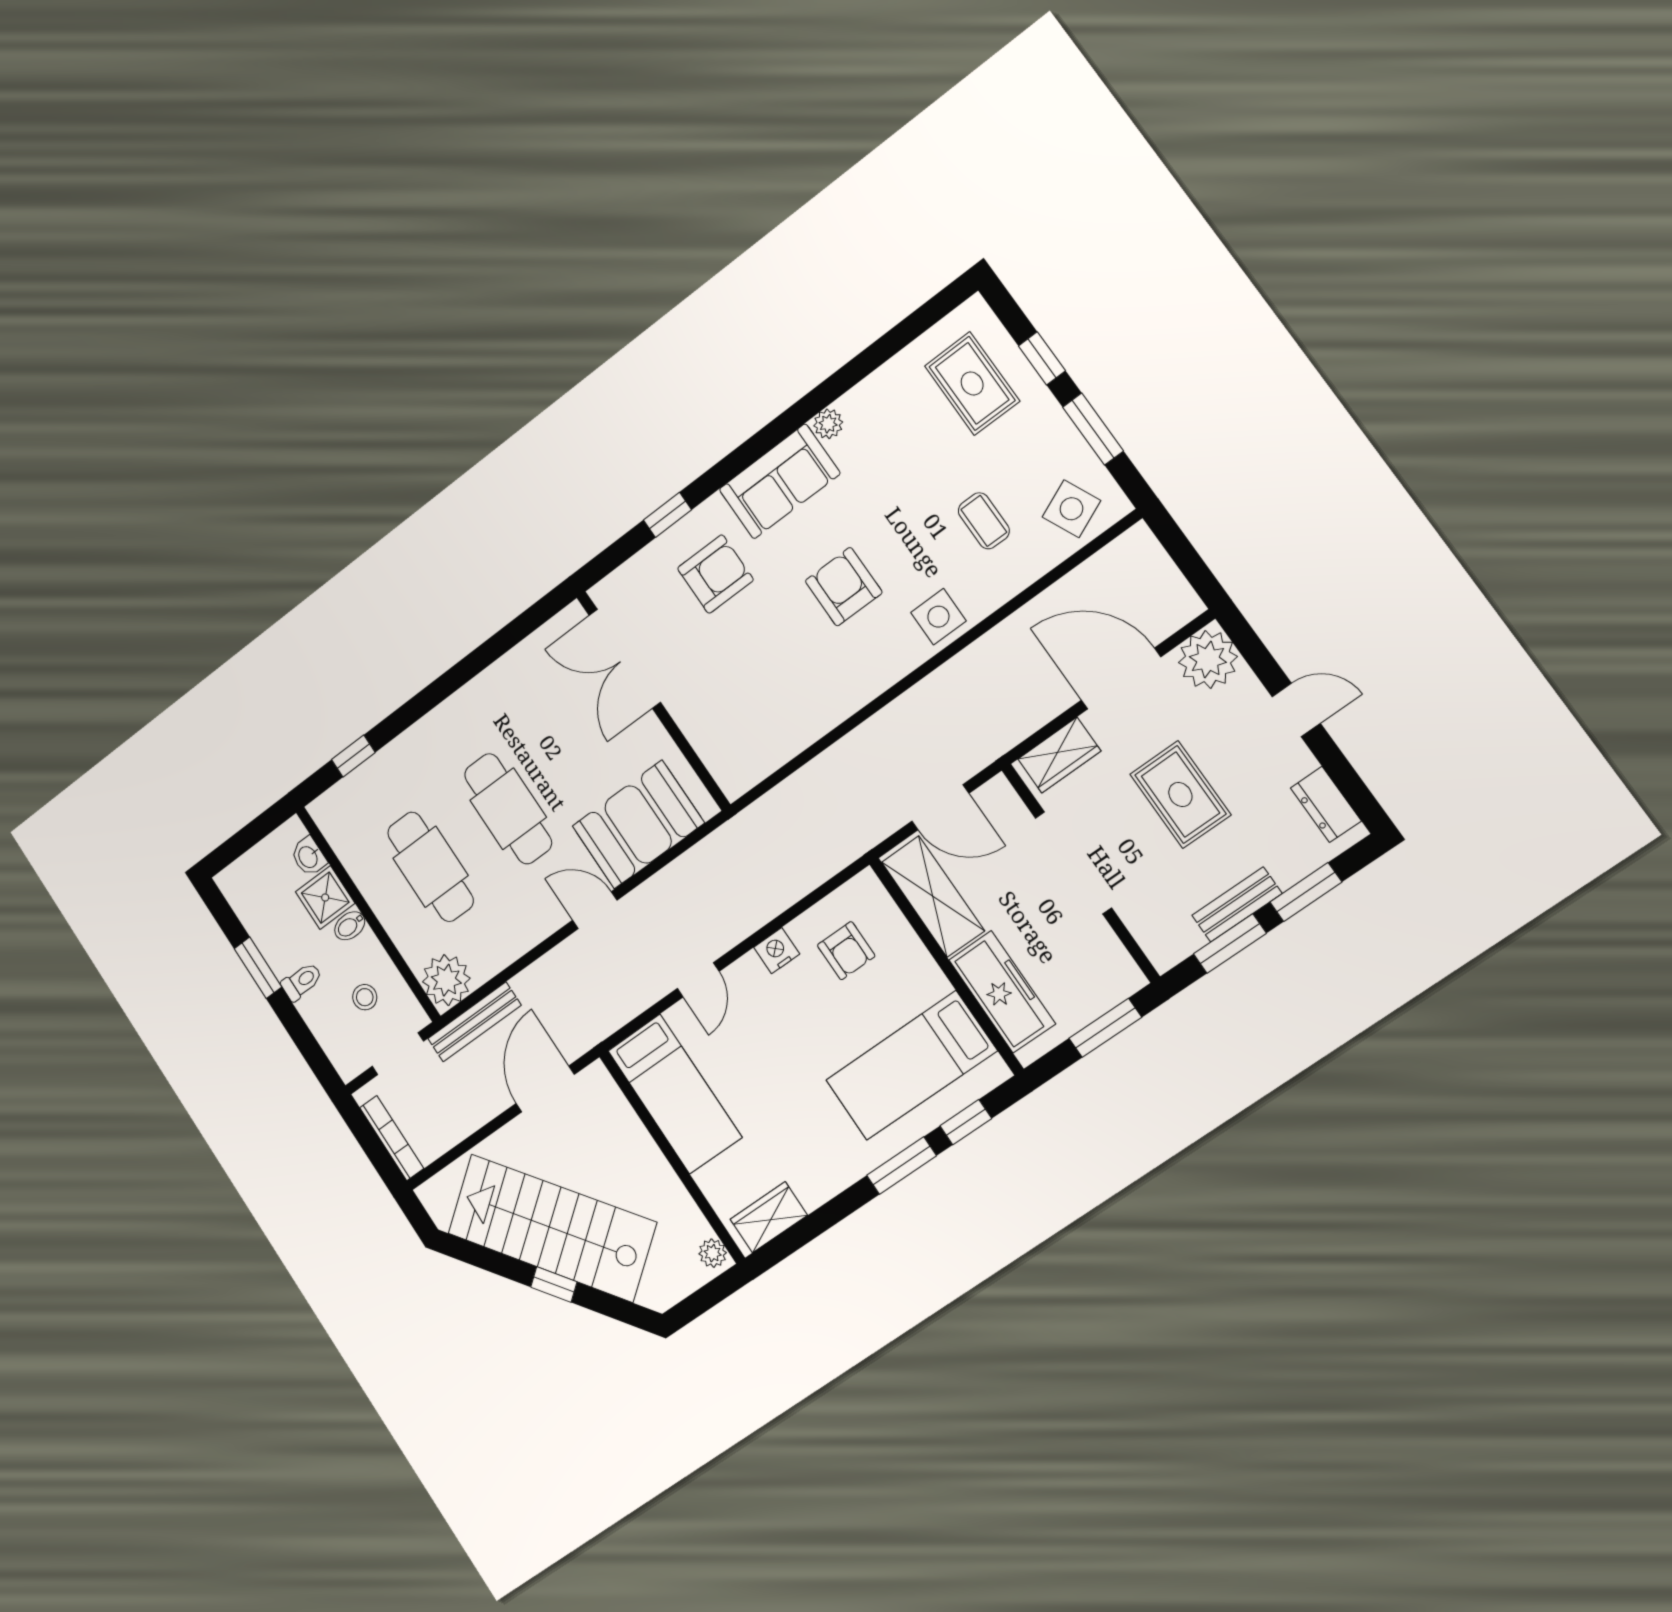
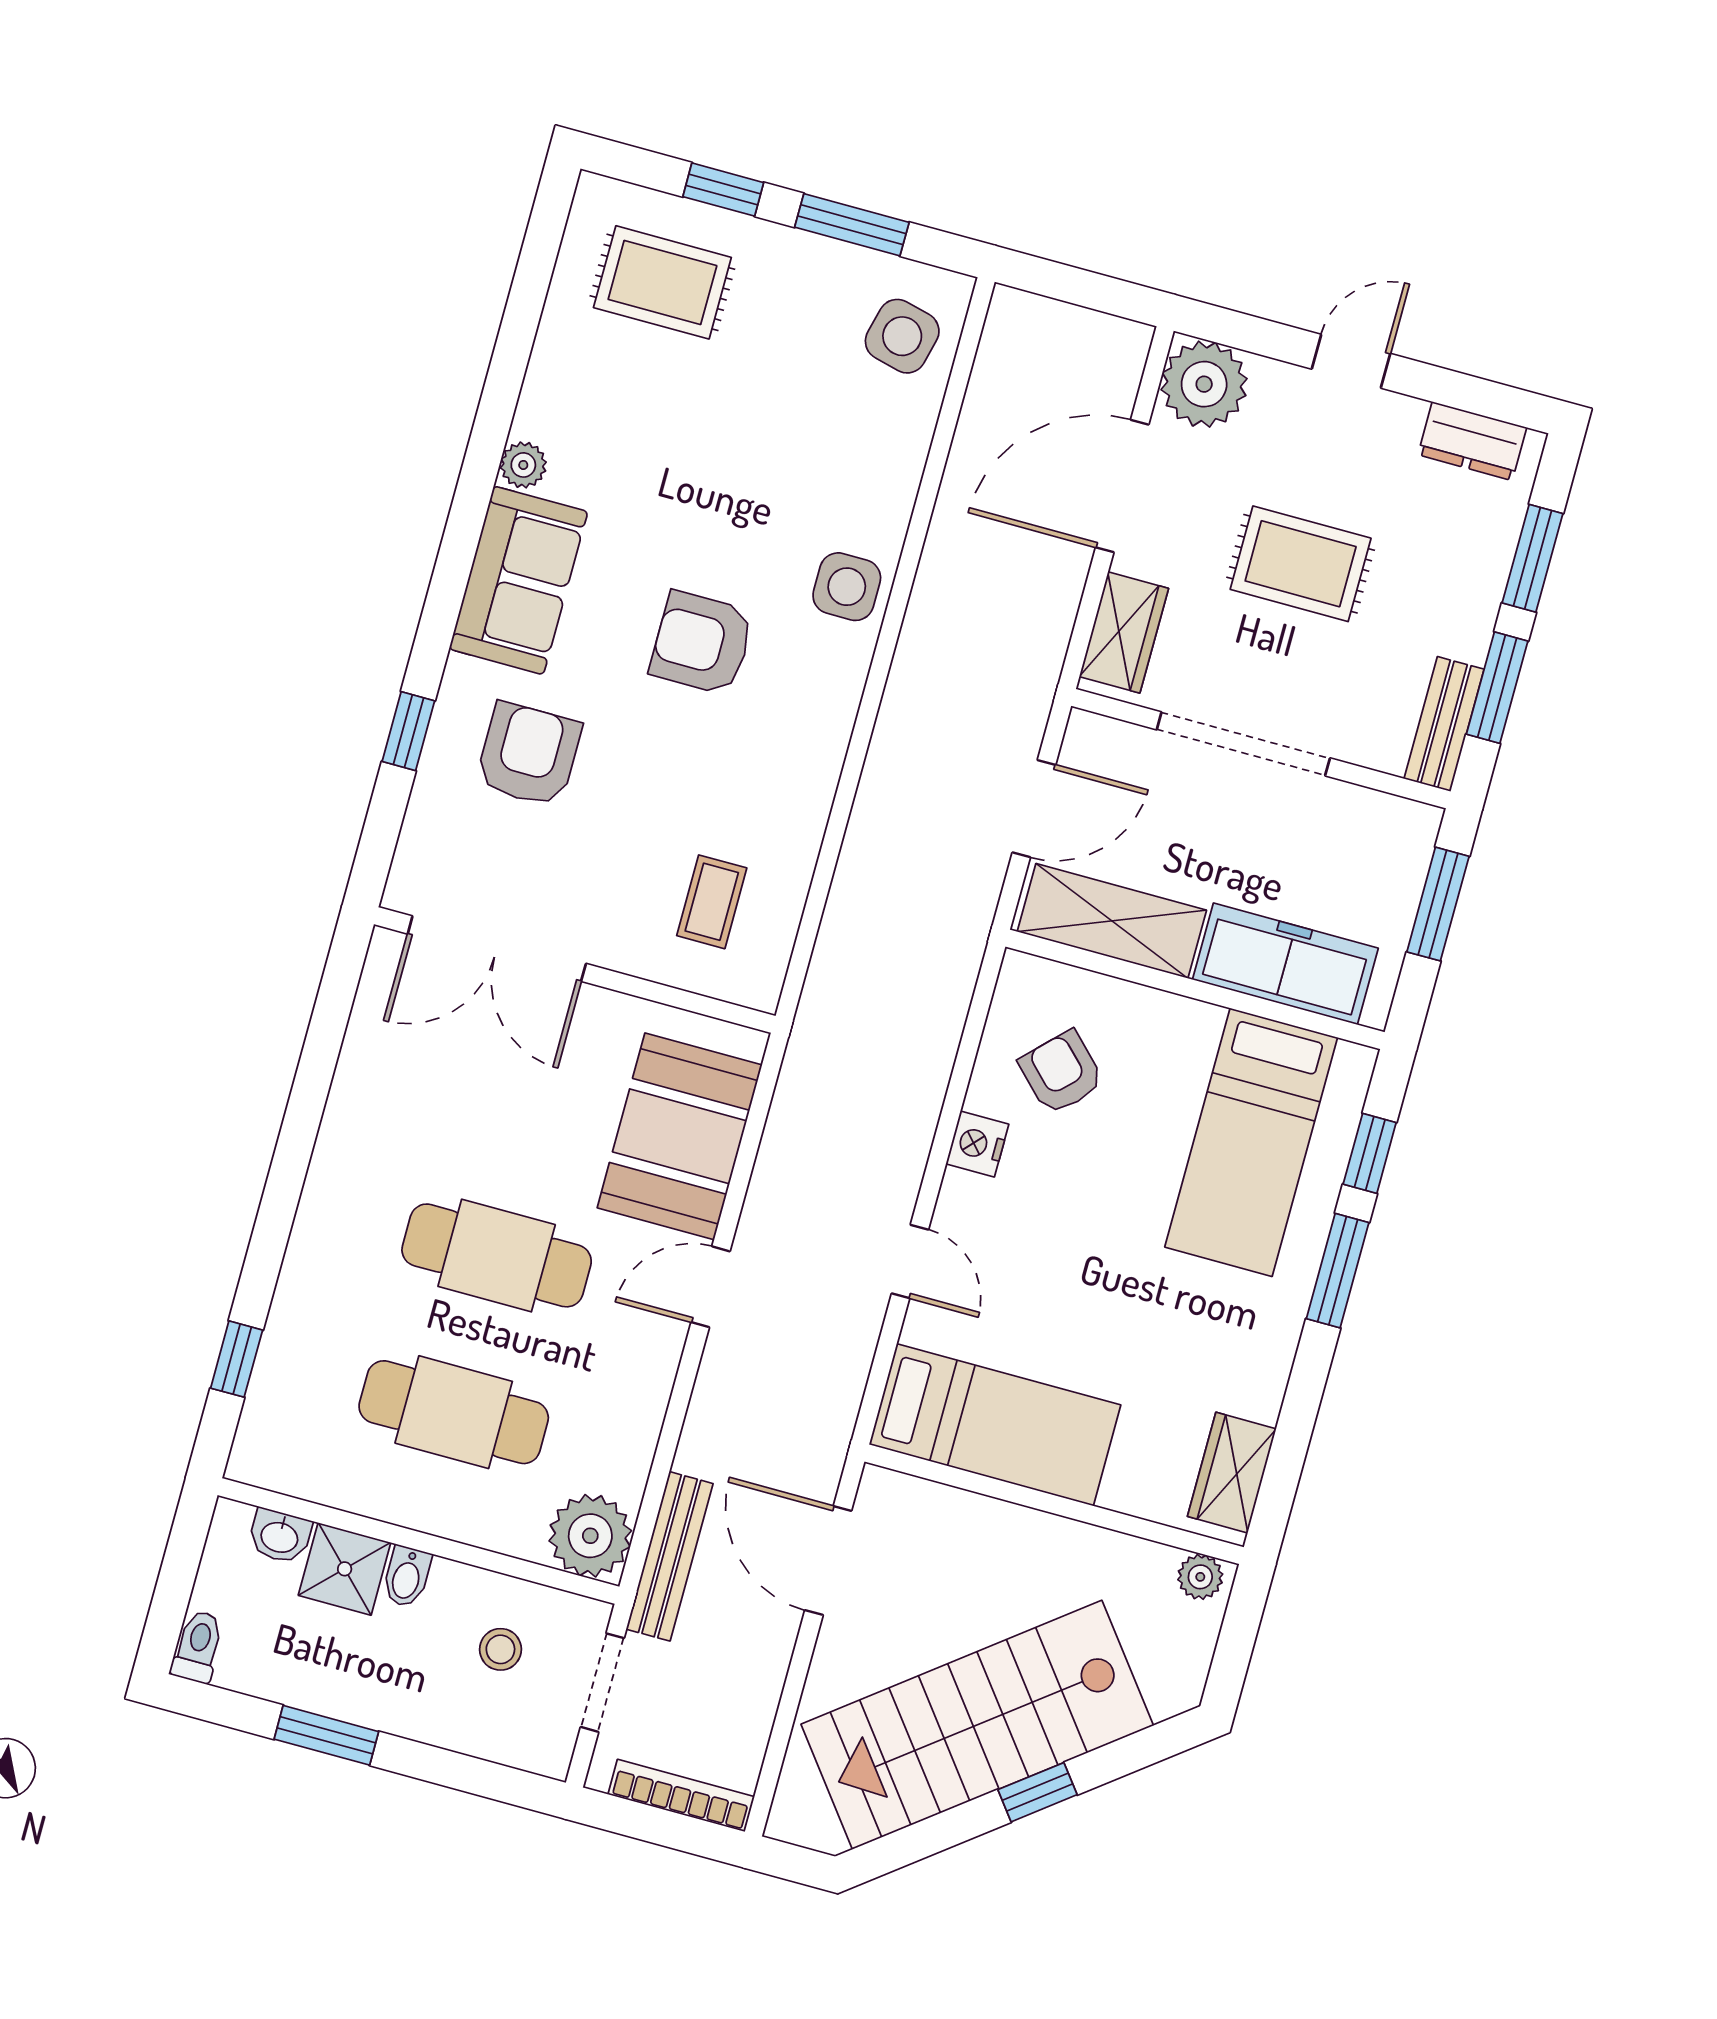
side table: (1071, 509) -> (902, 336), turned 38
coffee table: (984, 521) -> (712, 902), moved, turned 90
bench: (1237, 904) -> (1444, 724), moved
armchair: (846, 951) -> (1061, 1073), turned -135
toilet: (302, 981) -> (198, 1647), moved

